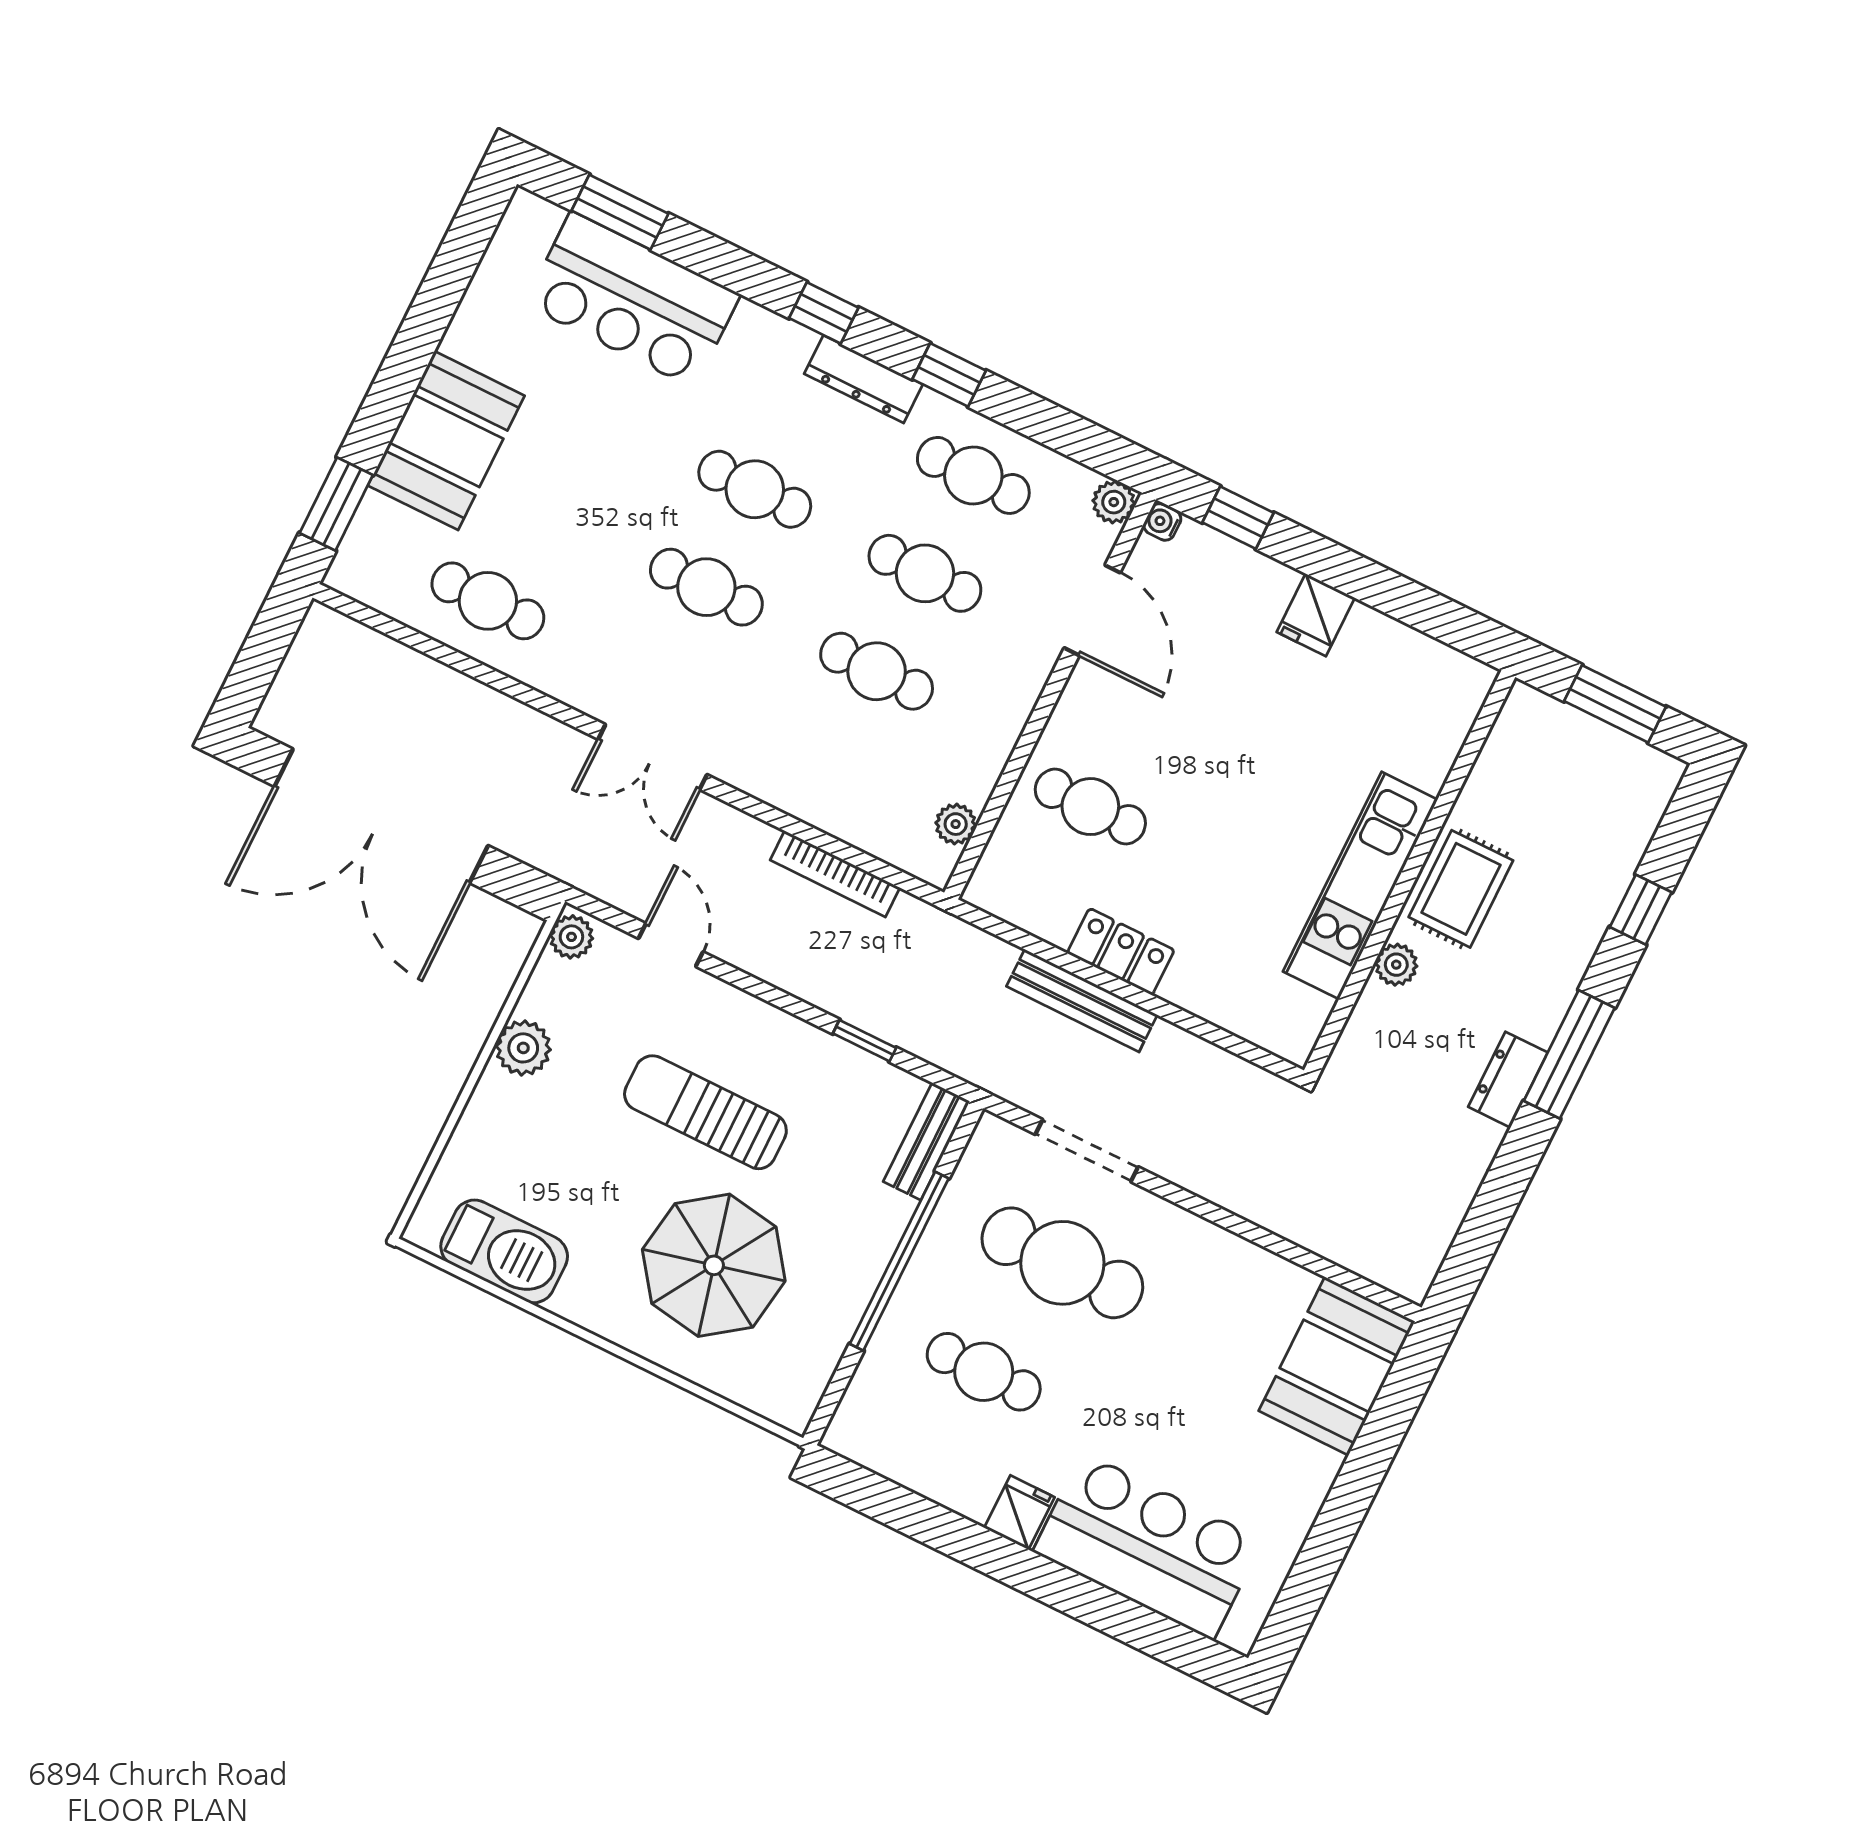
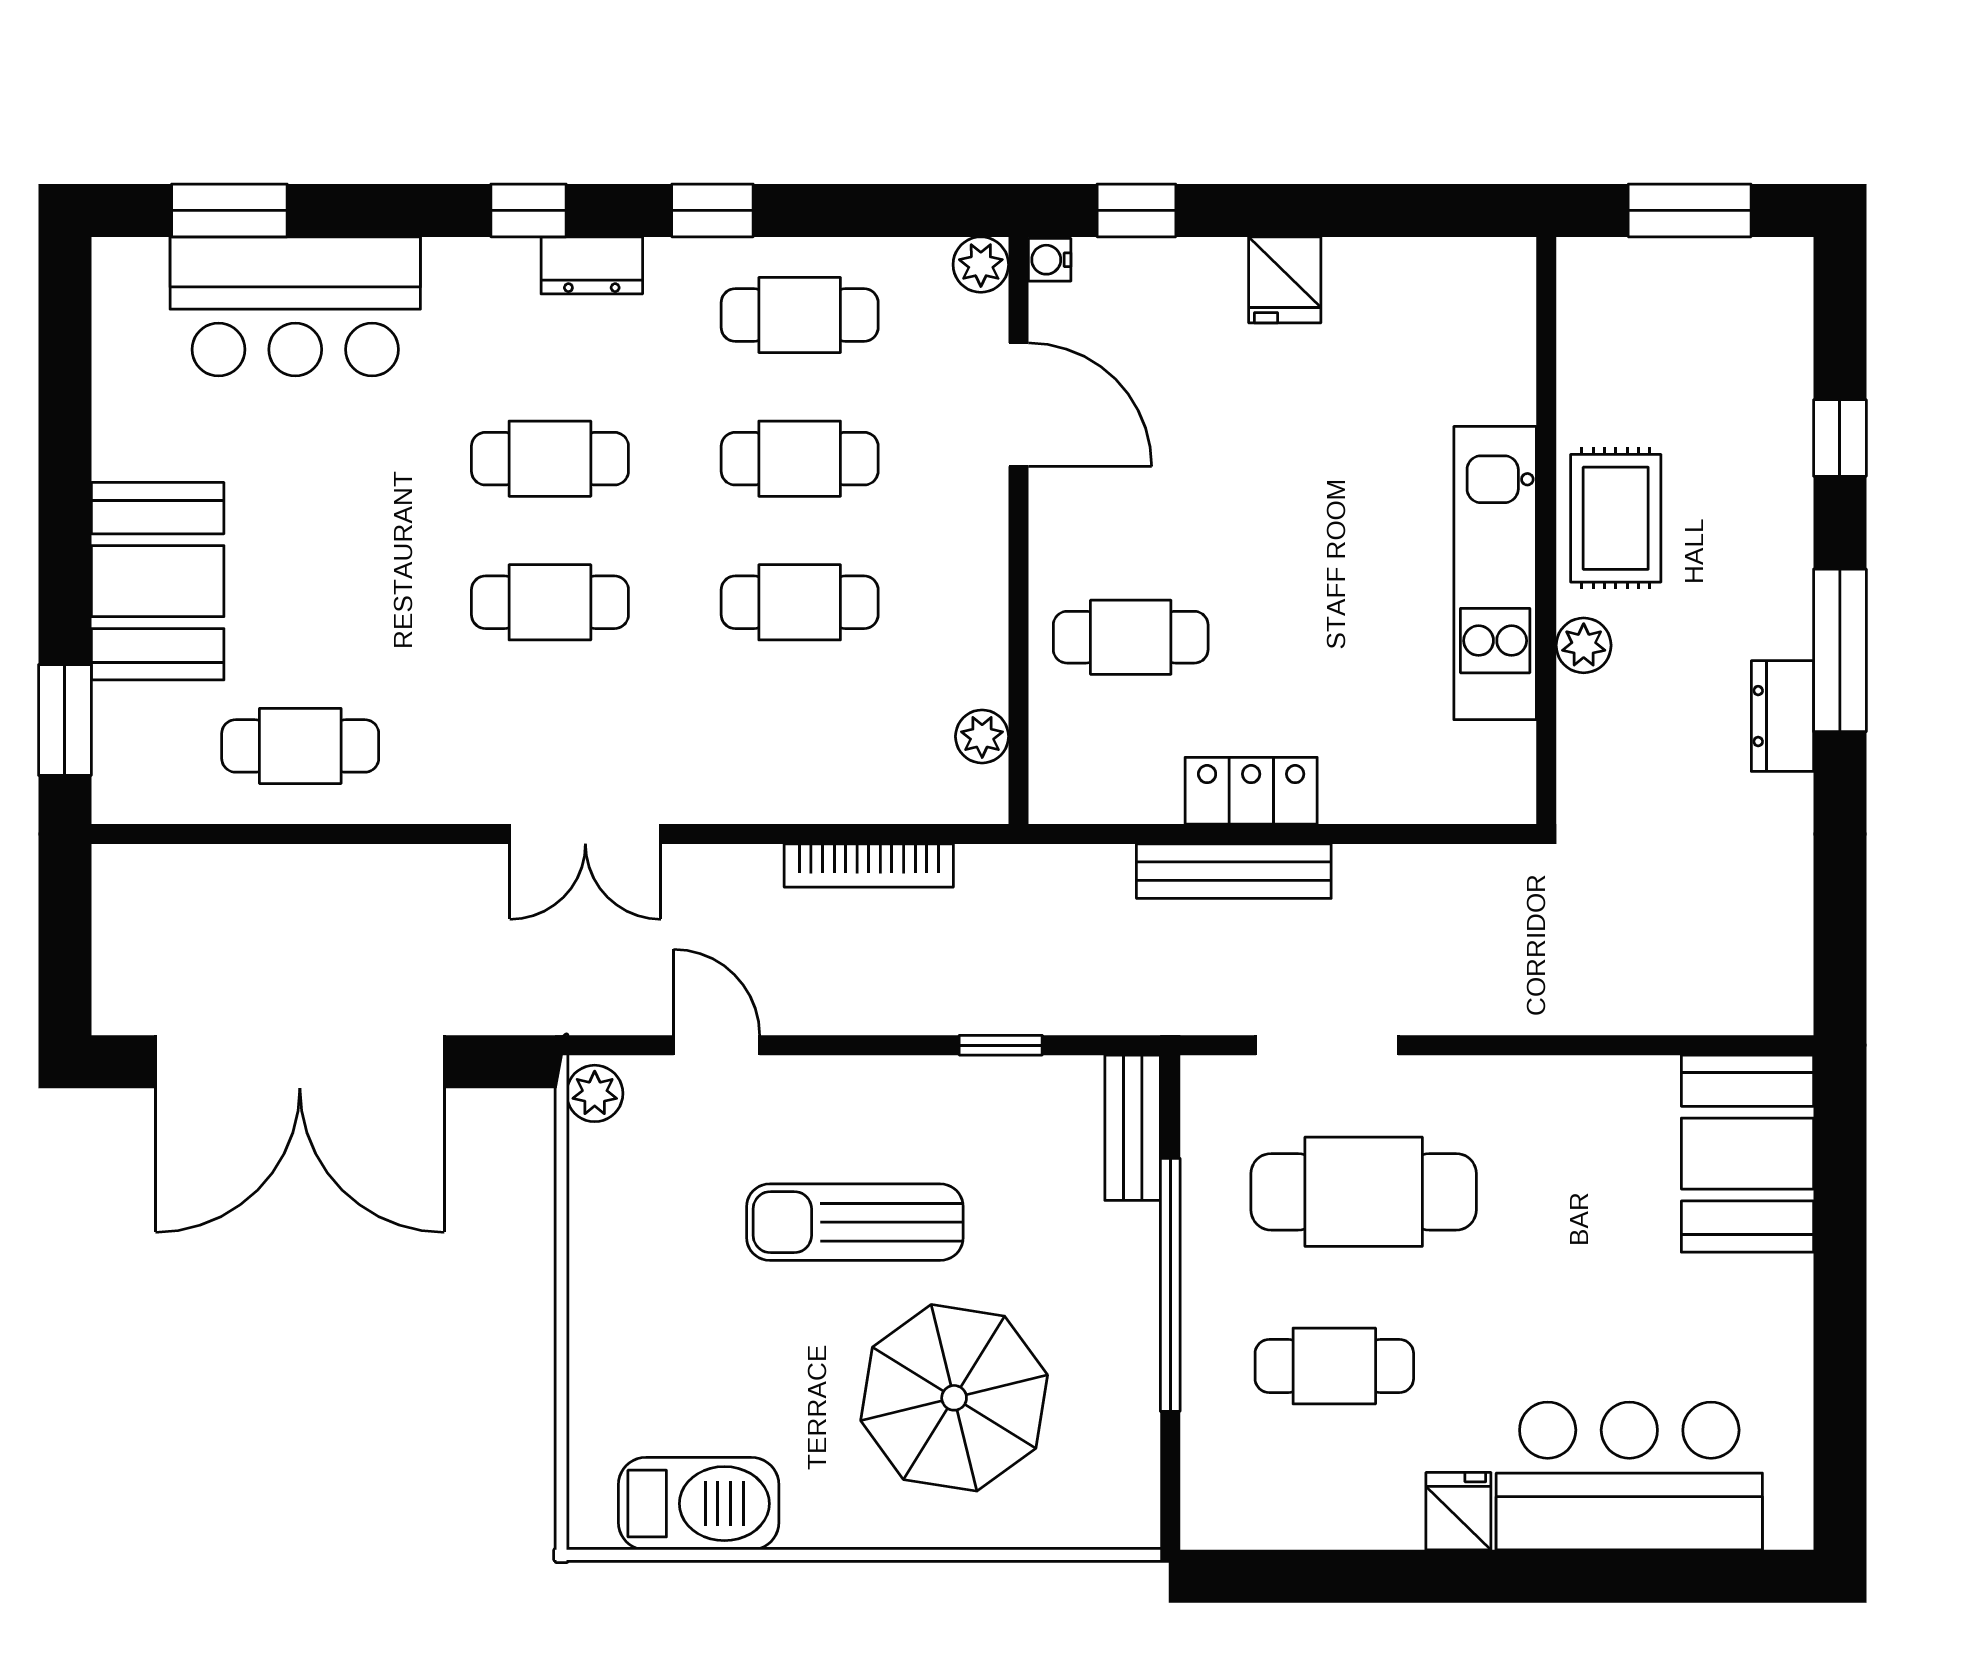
dresser: (864, 379) -> (592, 265), width x0.70
plant: (523, 1048) -> (603, 1253), removed

